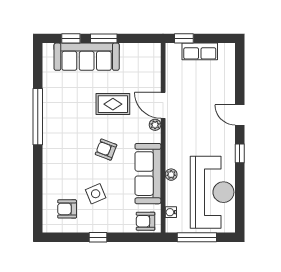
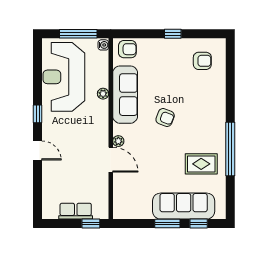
rug: (113, 104) -> (201, 164), moved
side table: (96, 194) -> (175, 75), removed
water cooler: (171, 212) -> (103, 45), moved

